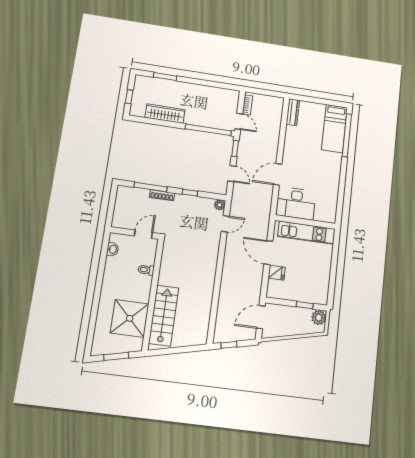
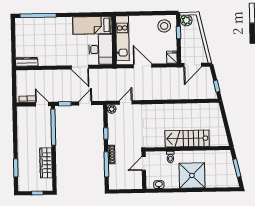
door: (239, 121) -> (42, 104), hinge flipped
bed: (334, 129) -> (92, 25), moved, turned 180
door: (225, 224) -> (126, 103), hinge flipped
door: (143, 234) -> (144, 164), hinge flipped
door: (268, 253) -> (143, 66), swing flipped
fridge: (277, 273) -> (172, 57), moved
stool: (315, 288) -> (164, 26), added
stairs: (164, 316) -> (187, 138), moved
door: (261, 317) -> (193, 65), hinge flipped
shower: (130, 318) -> (192, 175), moved

